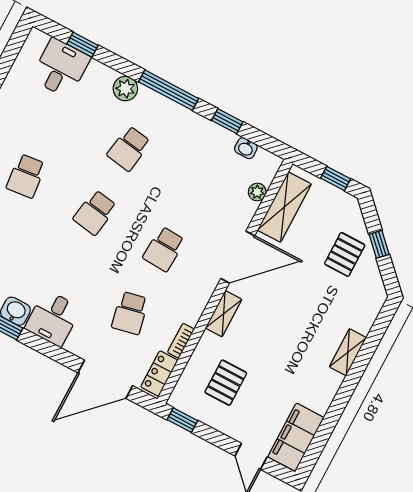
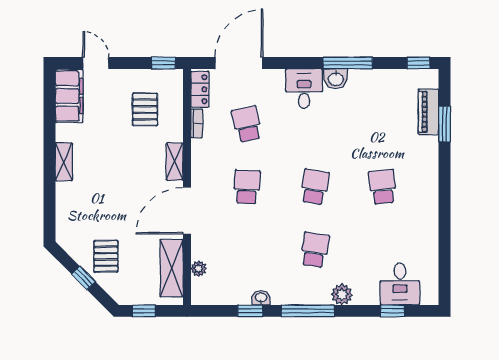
washbasin: (246, 148) -> (261, 298), moved
shelving: (348, 352) -> (64, 162), moved

